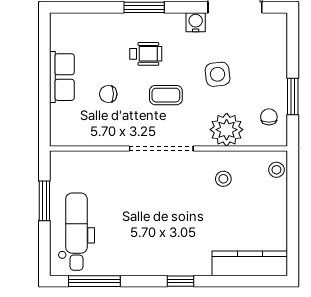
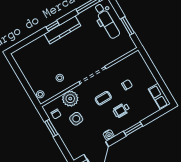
side table: (218, 74) -> (76, 119), moved
row of seats: (62, 77) -> (159, 96), moved
kitchen counter: (250, 263) -> (62, 30), moved

